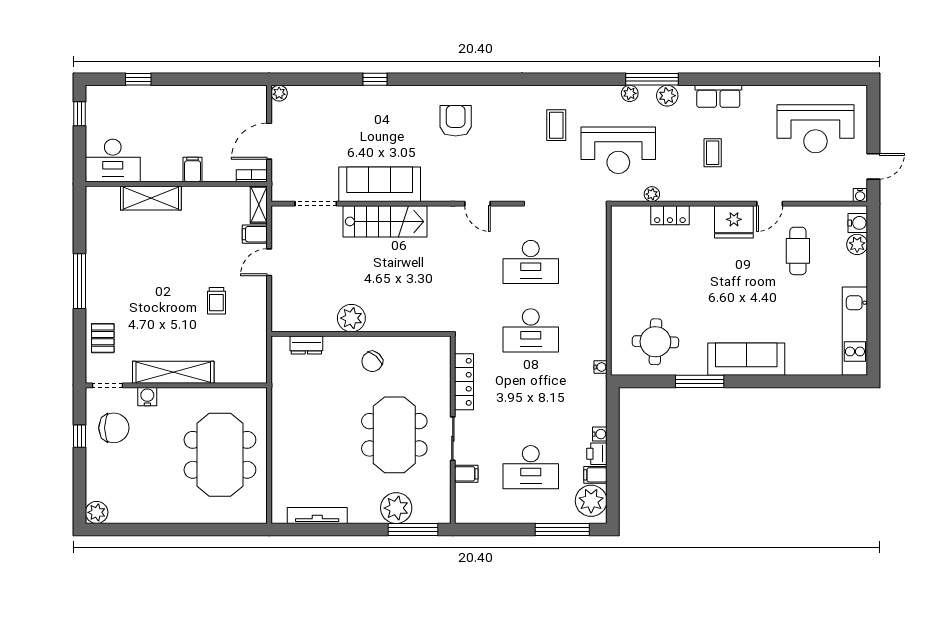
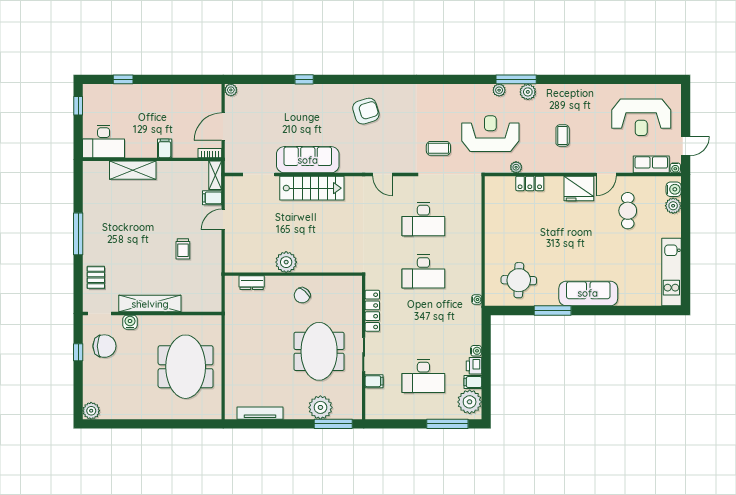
row of seats: (718, 96) -> (651, 164), moved, turned 180
armchair: (456, 121) -> (366, 111), turned 73
coffee table: (556, 125) -> (438, 148), moved, turned 90
reception desk: (618, 150) -> (490, 134), turned 180

